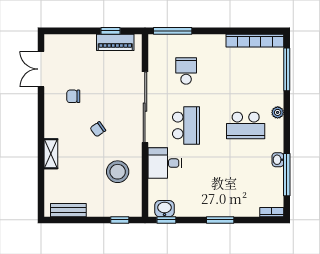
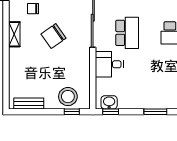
chair: (98, 129) -> (54, 36), width x1.87, depth x1.87
shelving: (51, 154) -> (14, 34), moved
stool: (118, 172) -> (68, 97), moved

